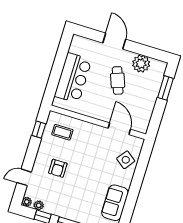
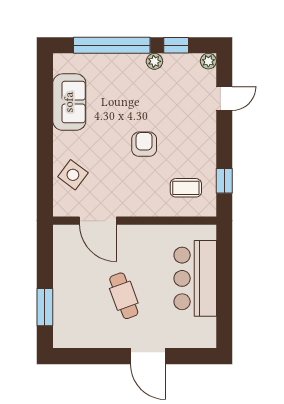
plant: (141, 64) -> (95, 334), removed
armchair: (58, 168) -> (144, 144), moved
plant: (39, 205) -> (154, 61), moved

